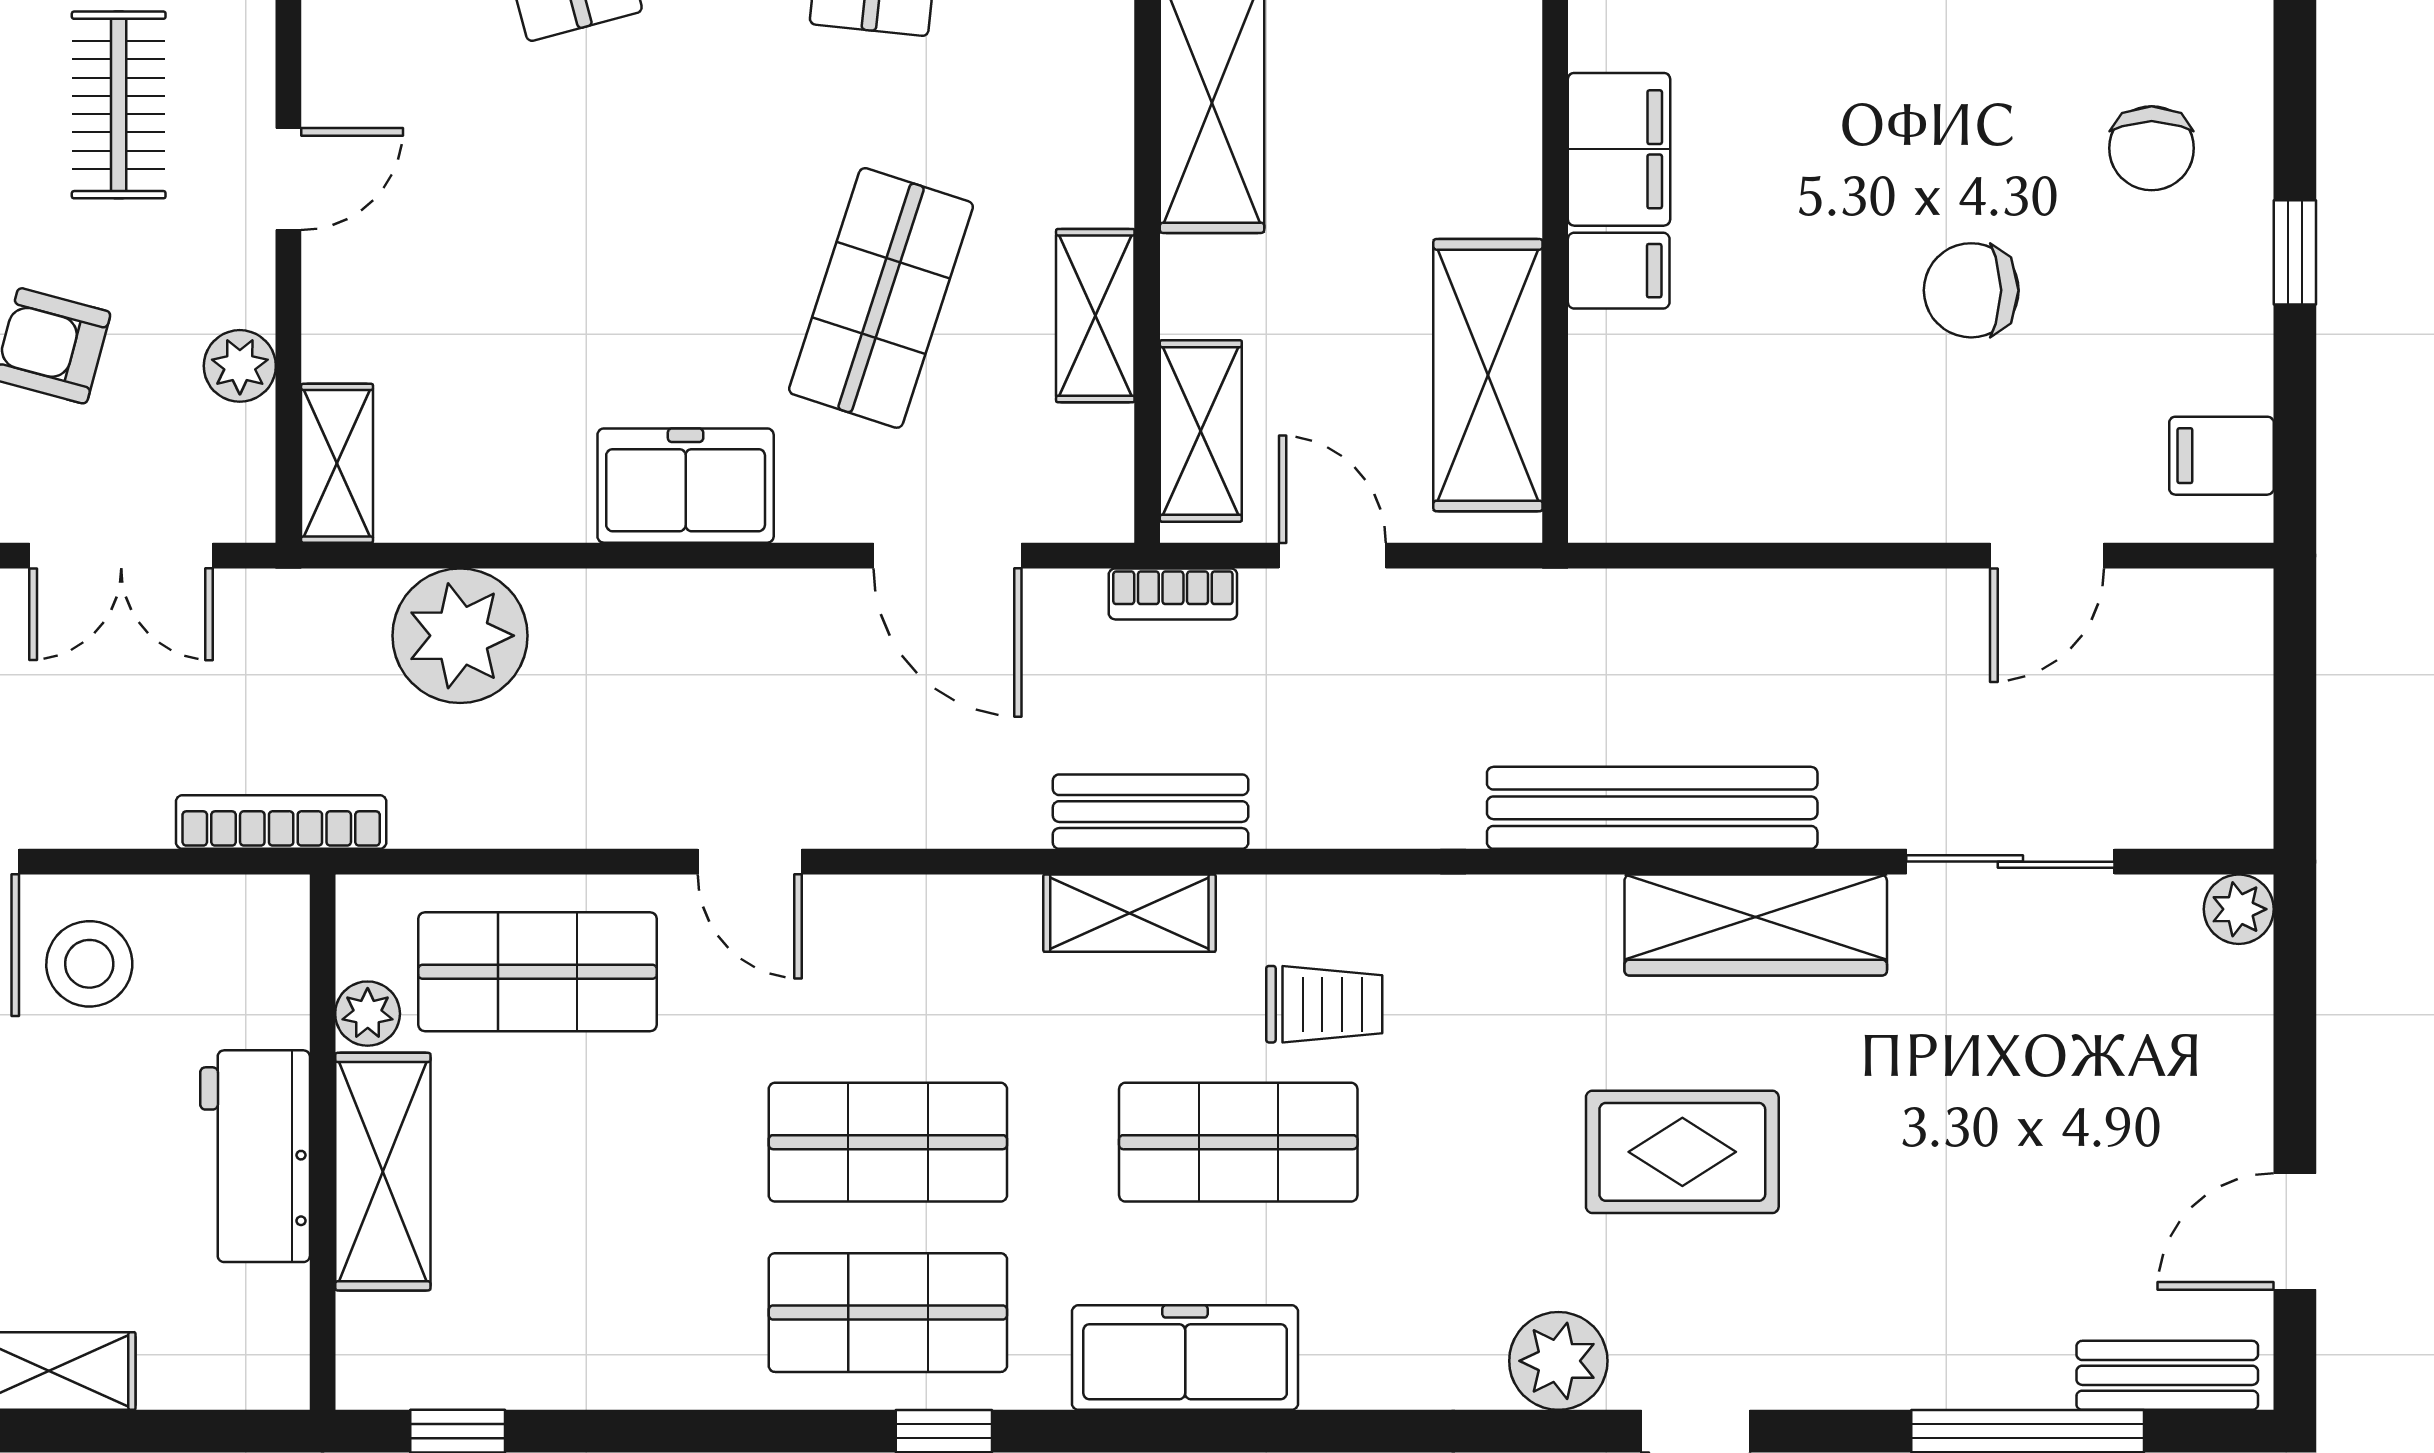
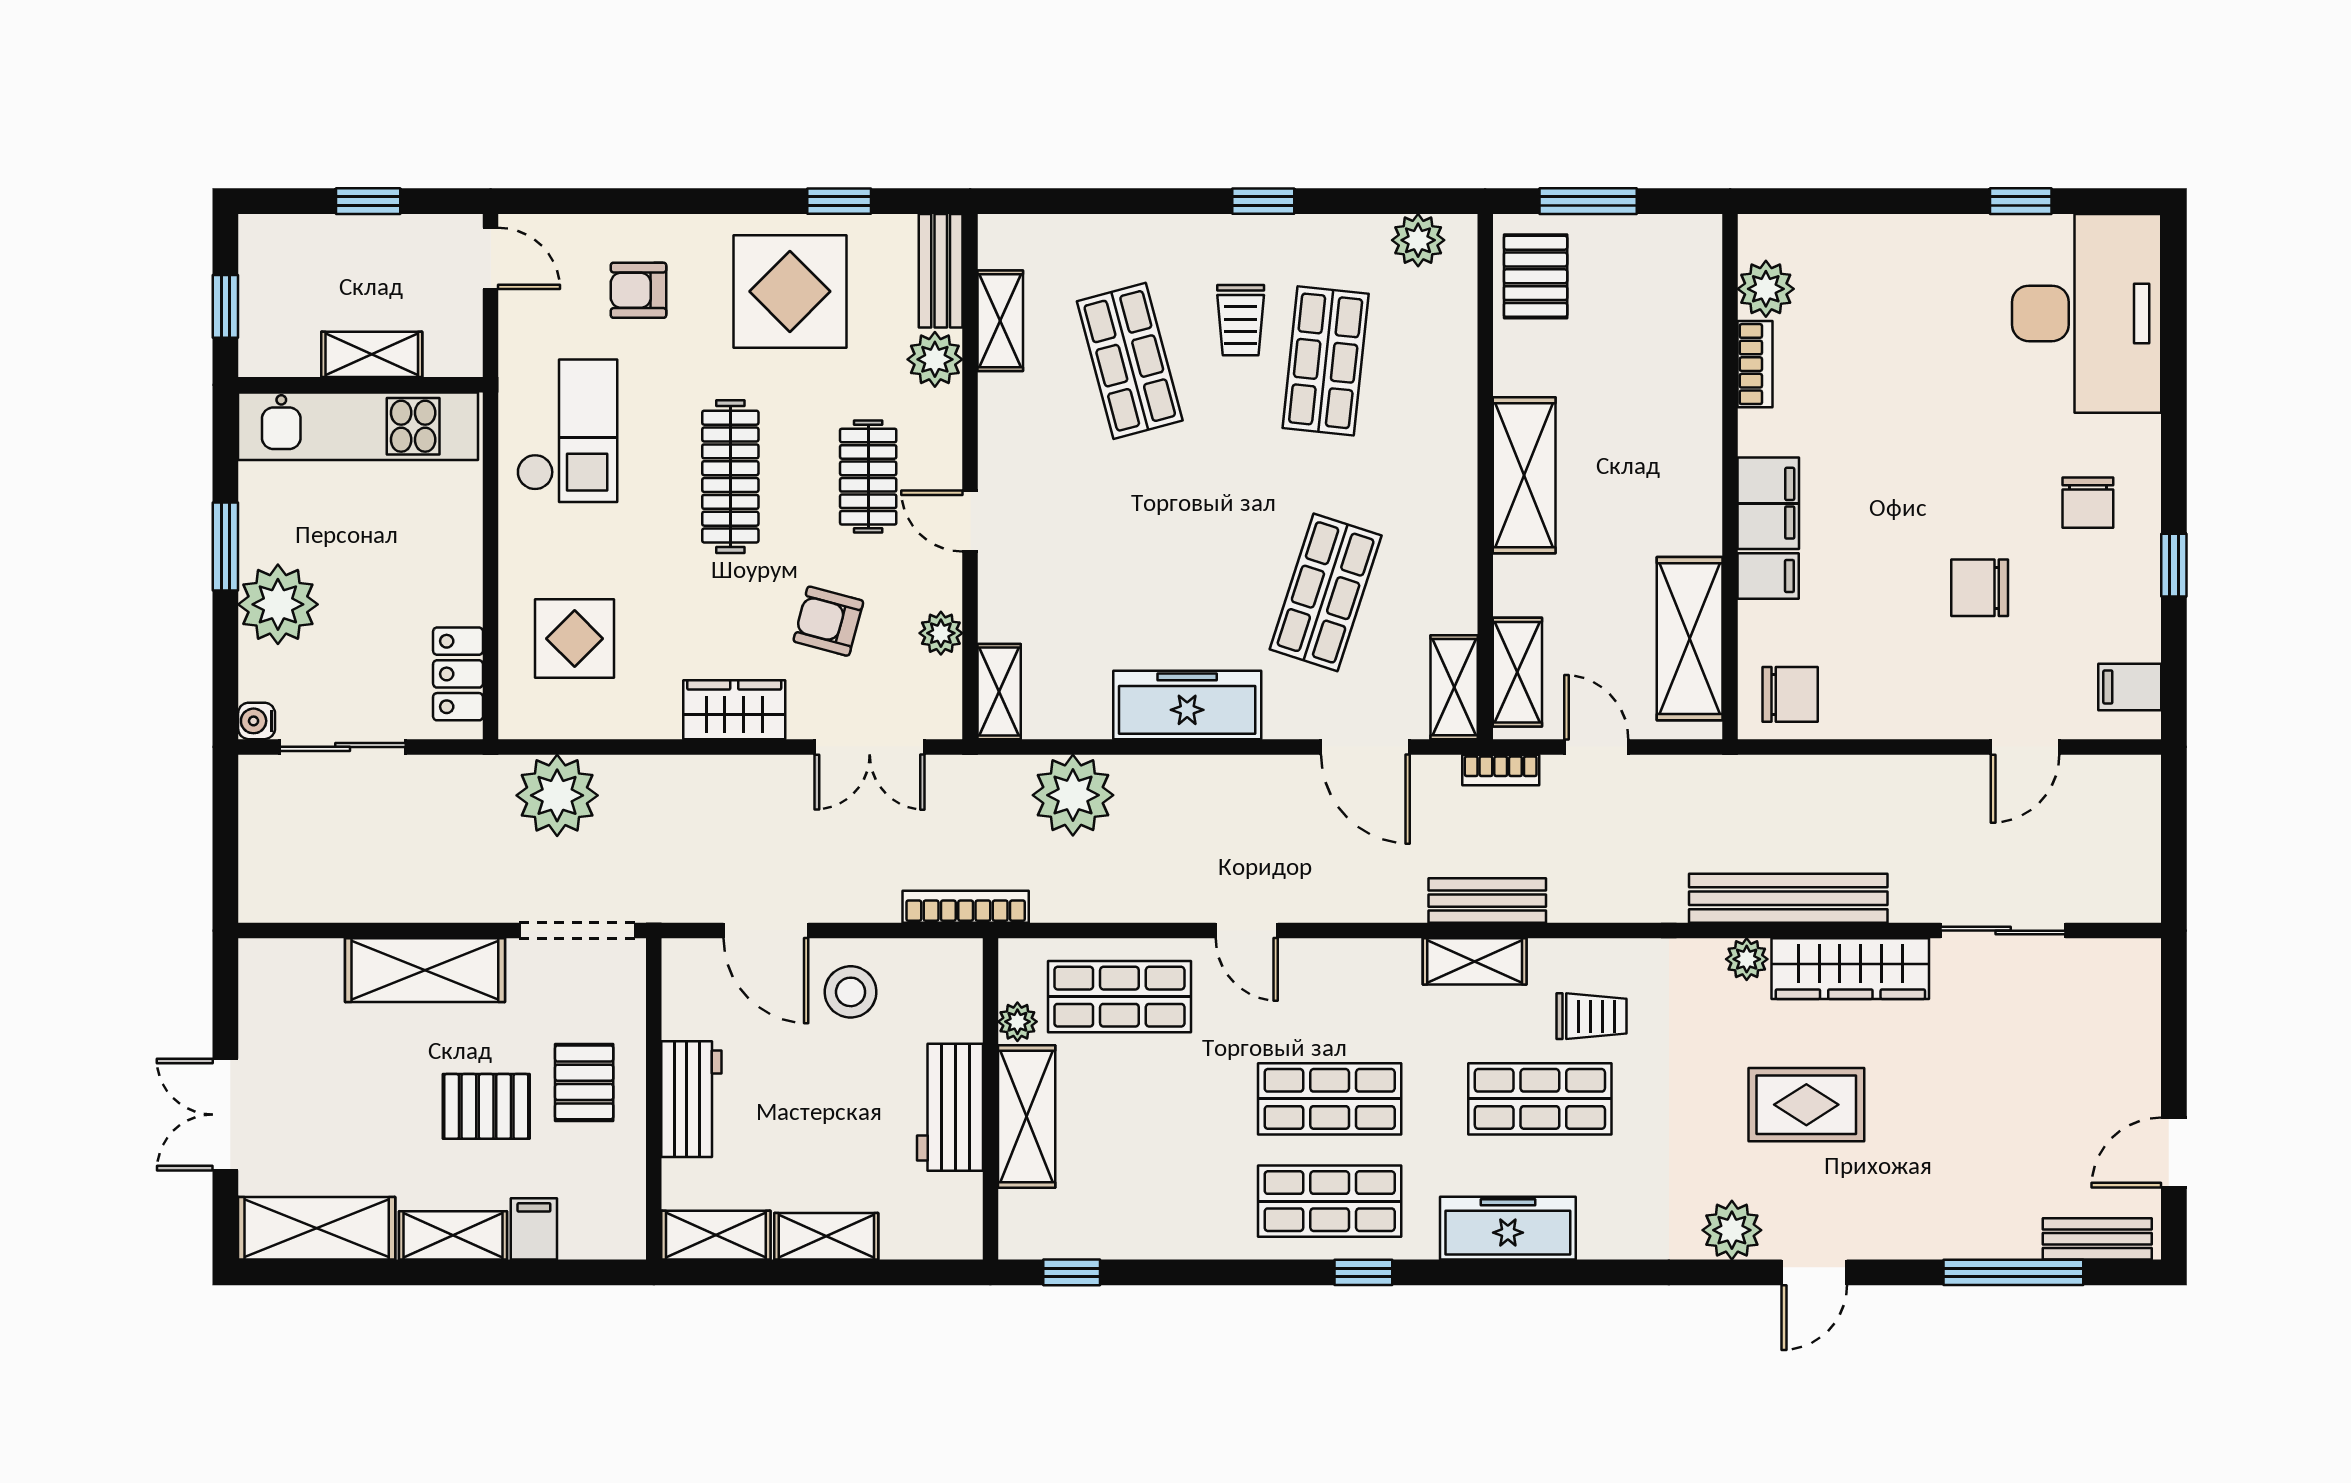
door: (288, 179) -> (970, 521), swing flipped
shelving: (1095, 316) -> (1454, 687), moved
chair: (1655, 468) -> (1790, 694), added
freezer: (686, 486) -> (1187, 705), width x1.40
plant: (2239, 909) -> (1747, 959), moved

